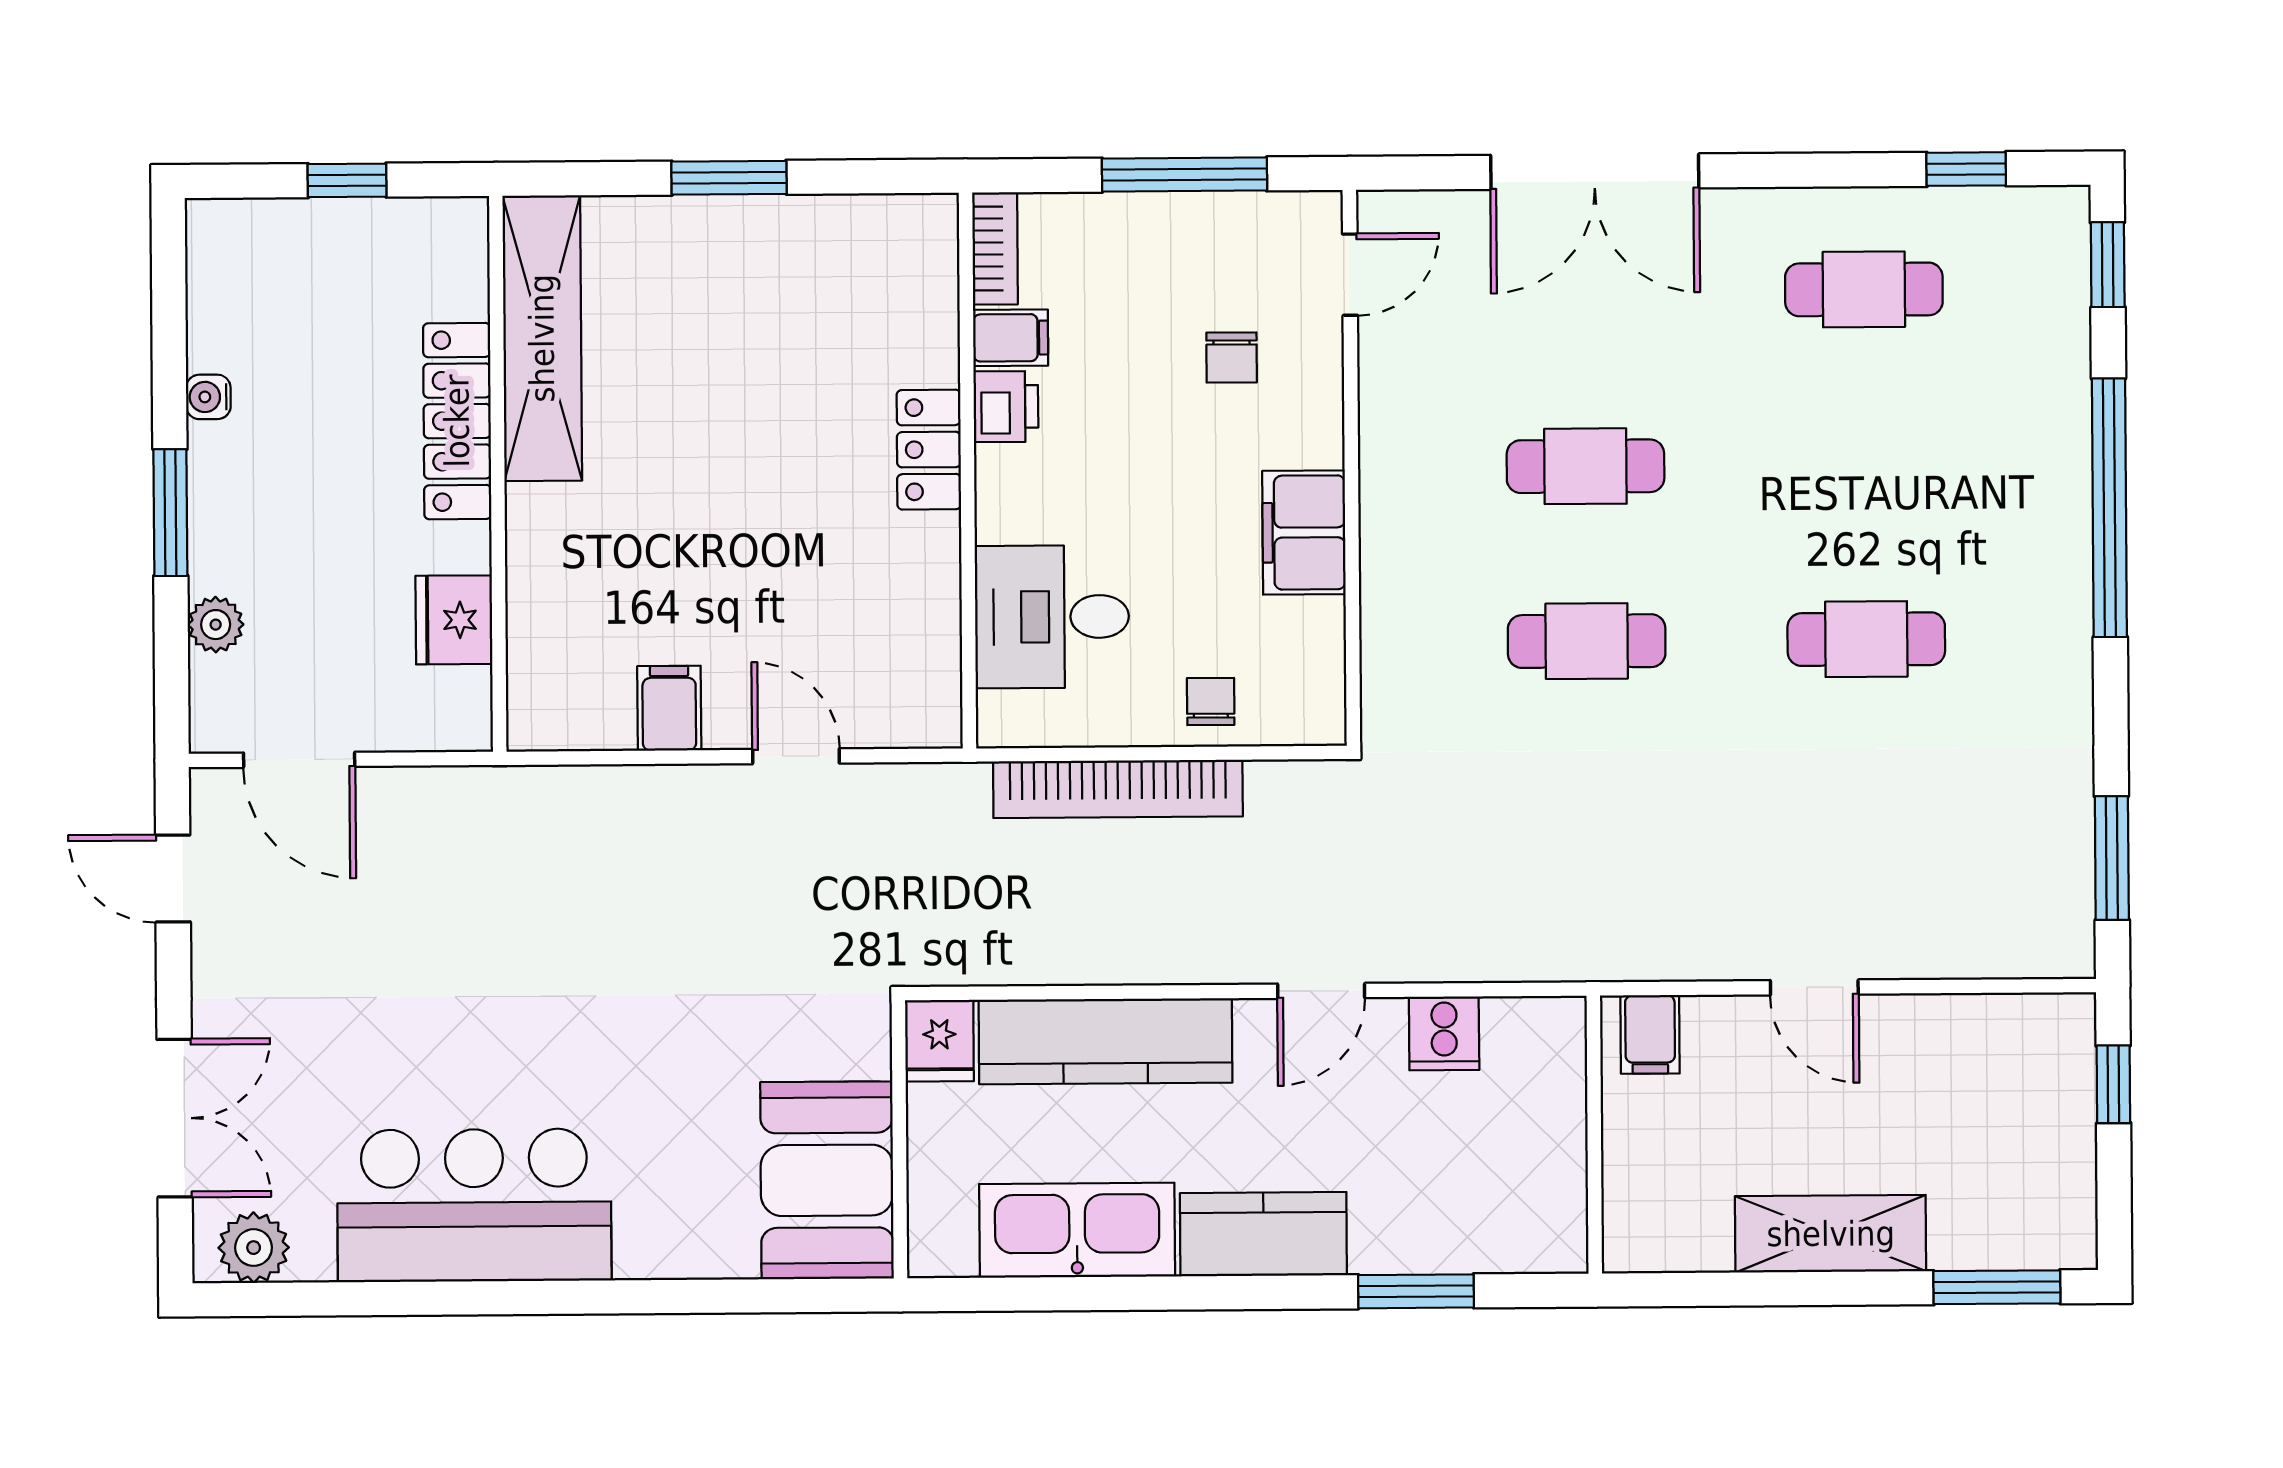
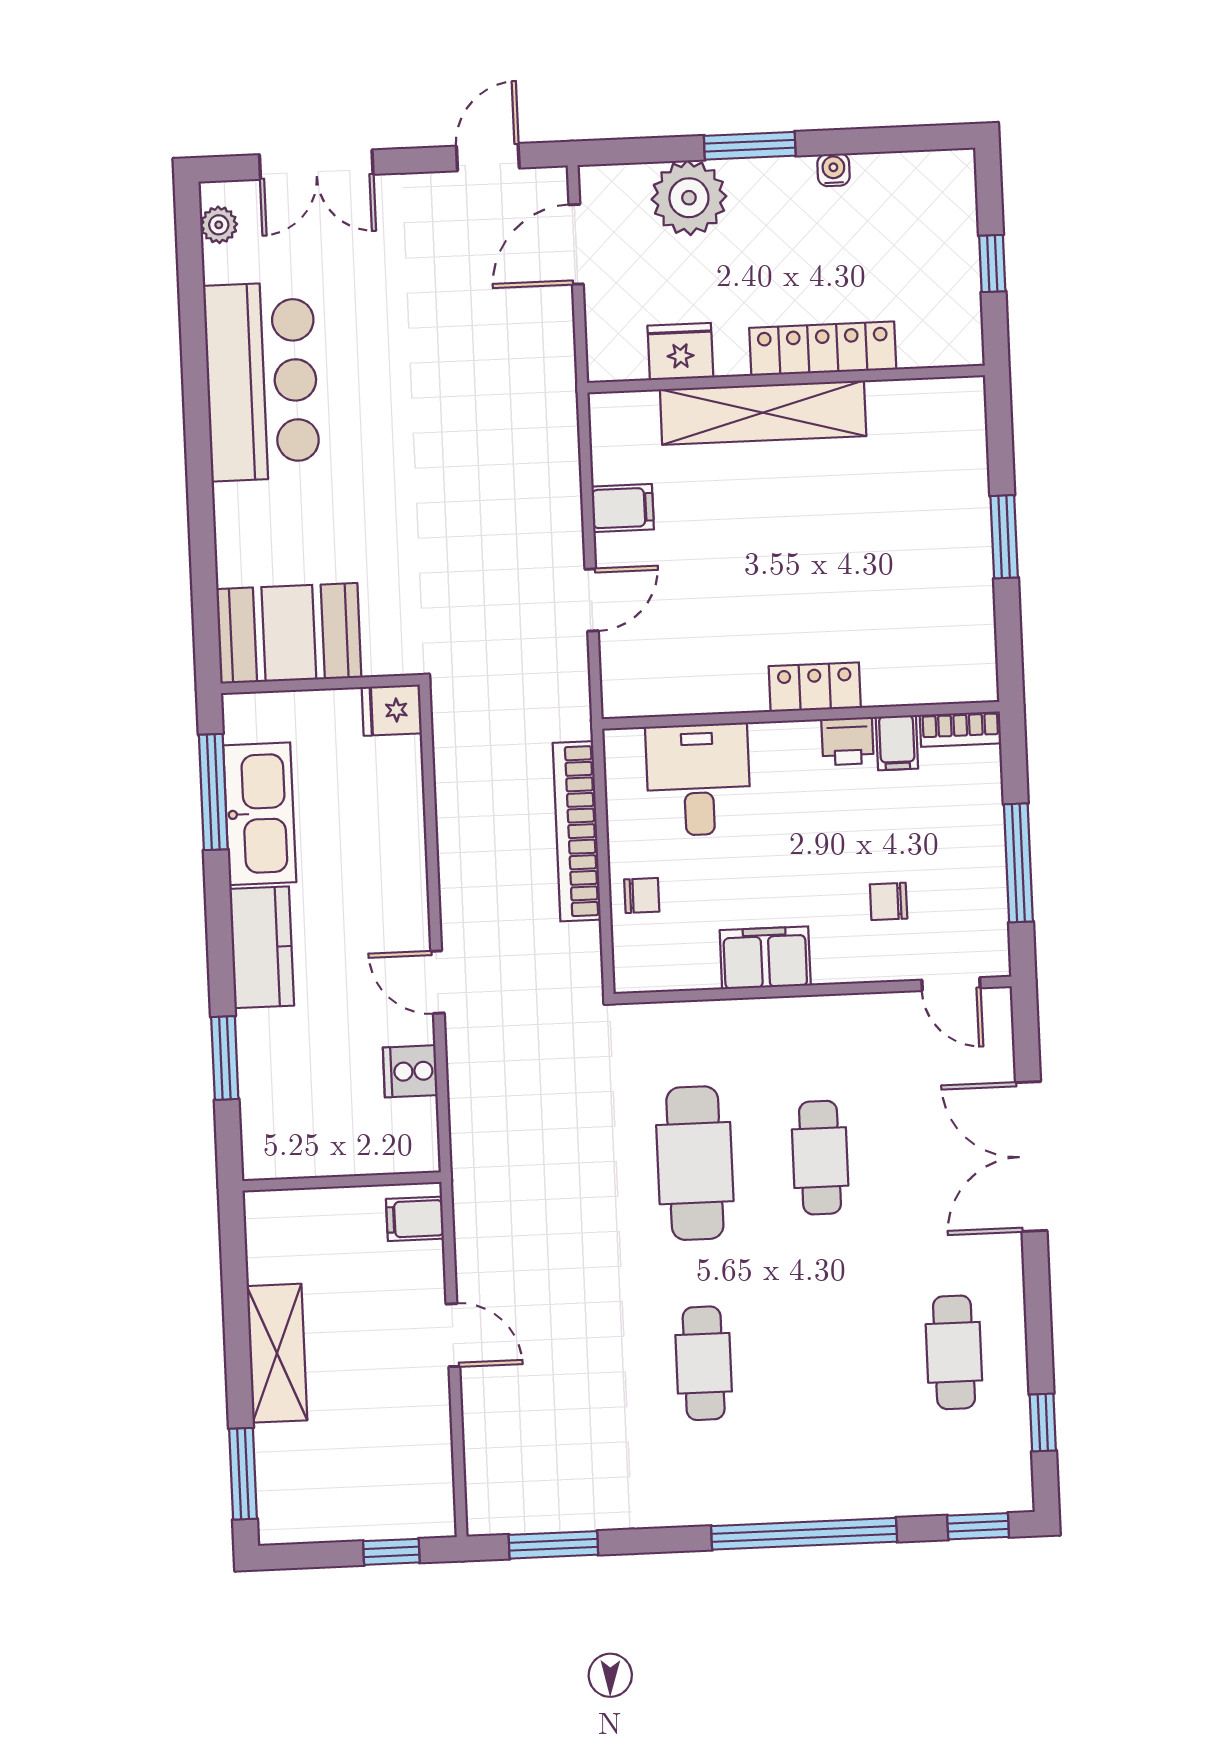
shelving: (542, 338) -> (763, 413), moved
plant: (216, 625) -> (689, 198), width x1.88, depth x1.88
cafe table: (1587, 641) -> (695, 1163), width x1.37, depth x1.35
door: (1814, 987) -> (453, 1335), swing flipped
kitchen counter: (1105, 1041) -> (396, 829), removed
plant: (254, 1248) -> (219, 225), width x0.73, depth x0.73
window: (1044, 1294) -> (213, 792), added

